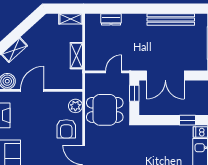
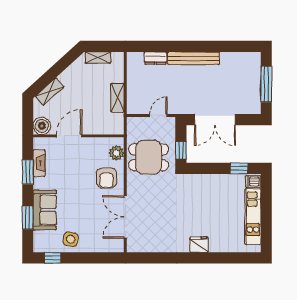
shelving: (71, 19) -> (98, 58), moved
bench: (171, 20) -> (194, 58), moved
window: (134, 93) -> (181, 150), moved

